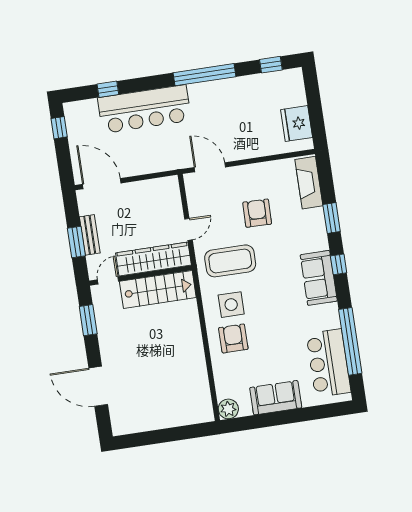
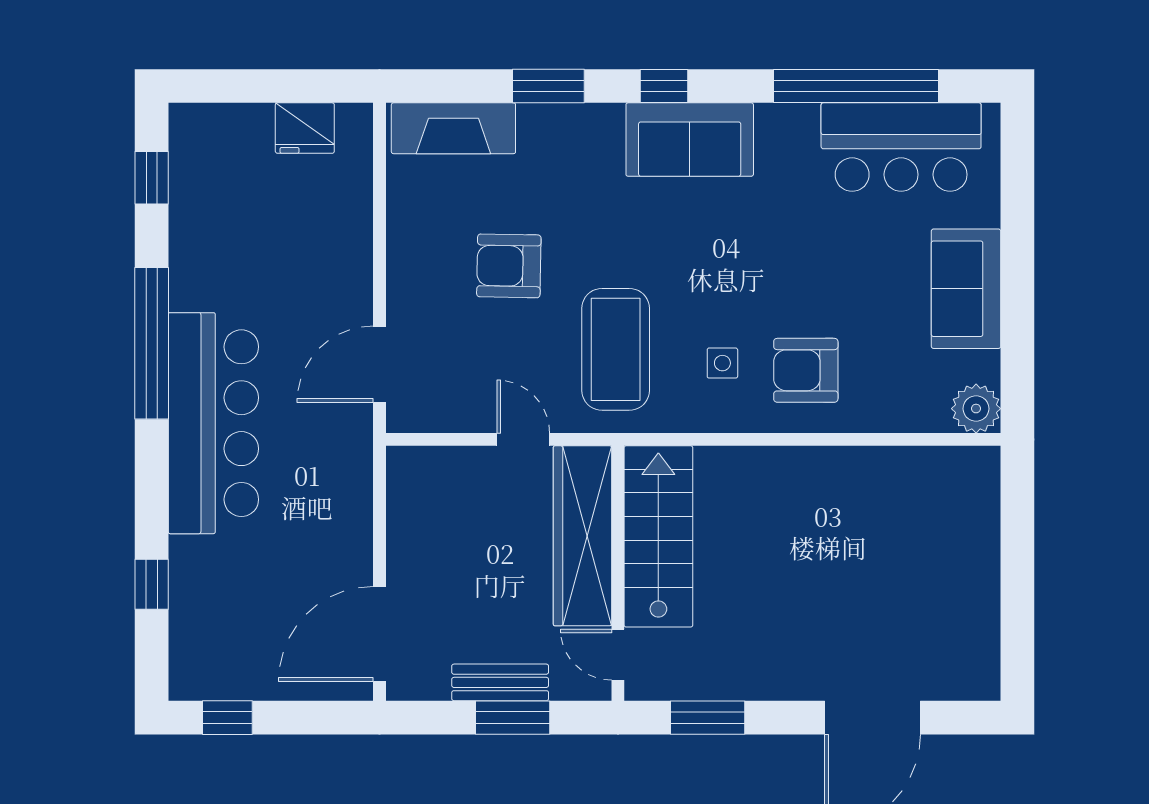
bar counter: (144, 109) -> (213, 423), moved
fridge: (297, 124) -> (305, 128), width x0.73, depth x0.75
side table: (231, 305) -> (722, 363), width x0.54, depth x0.54

